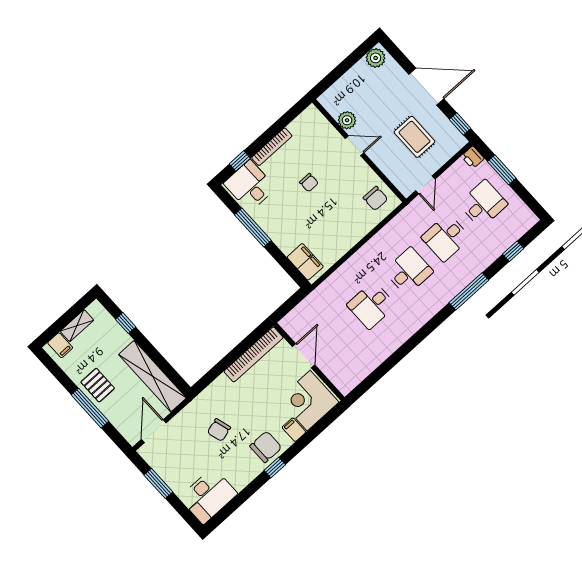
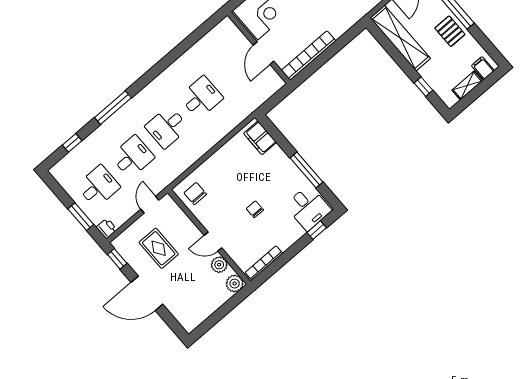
plant: (376, 58) -> (235, 284), moved
bookcase: (272, 147) -> (264, 263), moved
desk: (483, 204) -> (98, 186), turned 180

